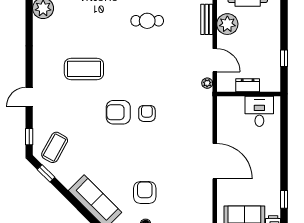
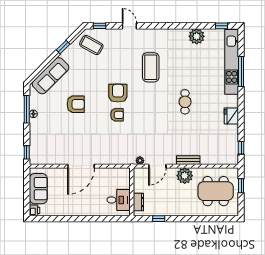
cafe table: (147, 21) -> (185, 102), moved
dresser: (248, 85) -> (138, 202), moved
window: (46, 173) -> (63, 47), moved
armchair: (145, 193) -> (76, 104), moved
window: (284, 199) -> (52, 219), removed

